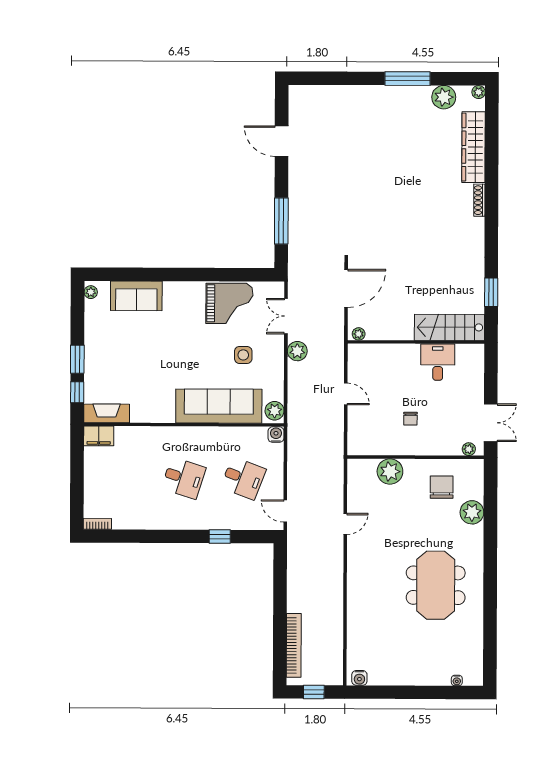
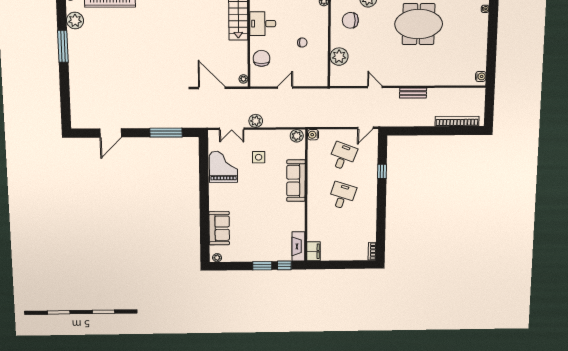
chair: (388, 360) -> (261, 58), added
sofa: (219, 406) -> (296, 181), width x0.74, depth x0.79
bench: (336, 580) -> (413, 93), added
window: (314, 692) -> (489, 107), removed

